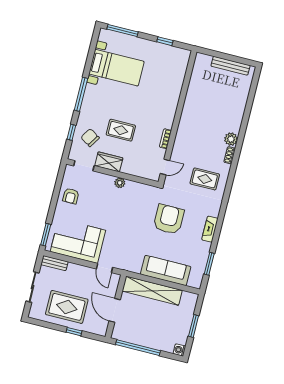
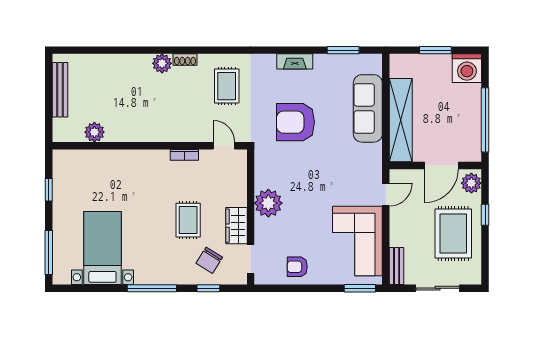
plant: (196, 82) -> (94, 132), added
plant: (120, 183) -> (268, 203), width x1.88, depth x1.88
armchair: (71, 196) -> (297, 267), turned 180
plant: (98, 328) -> (471, 183), added
washing machine: (179, 350) -> (467, 68), width x1.89, depth x1.89

